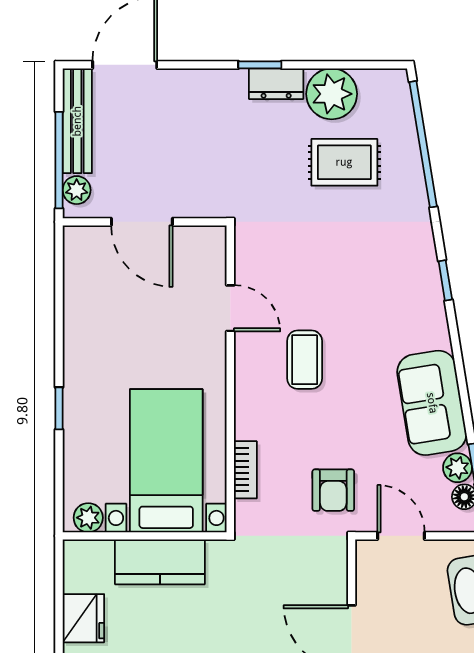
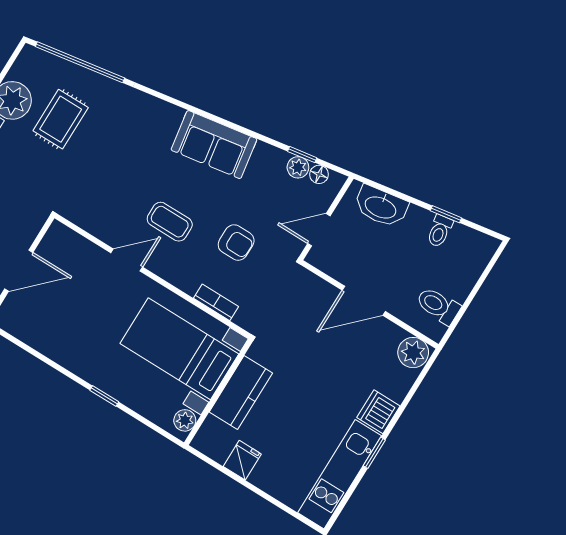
window: (445, 280) -> (175, 102), removed
door: (230, 308) -> (127, 260), moved
sofa: (432, 403) -> (214, 145), moved
armchair: (333, 490) -> (236, 243), moved
fridge: (83, 618) -> (242, 460), width x0.72

